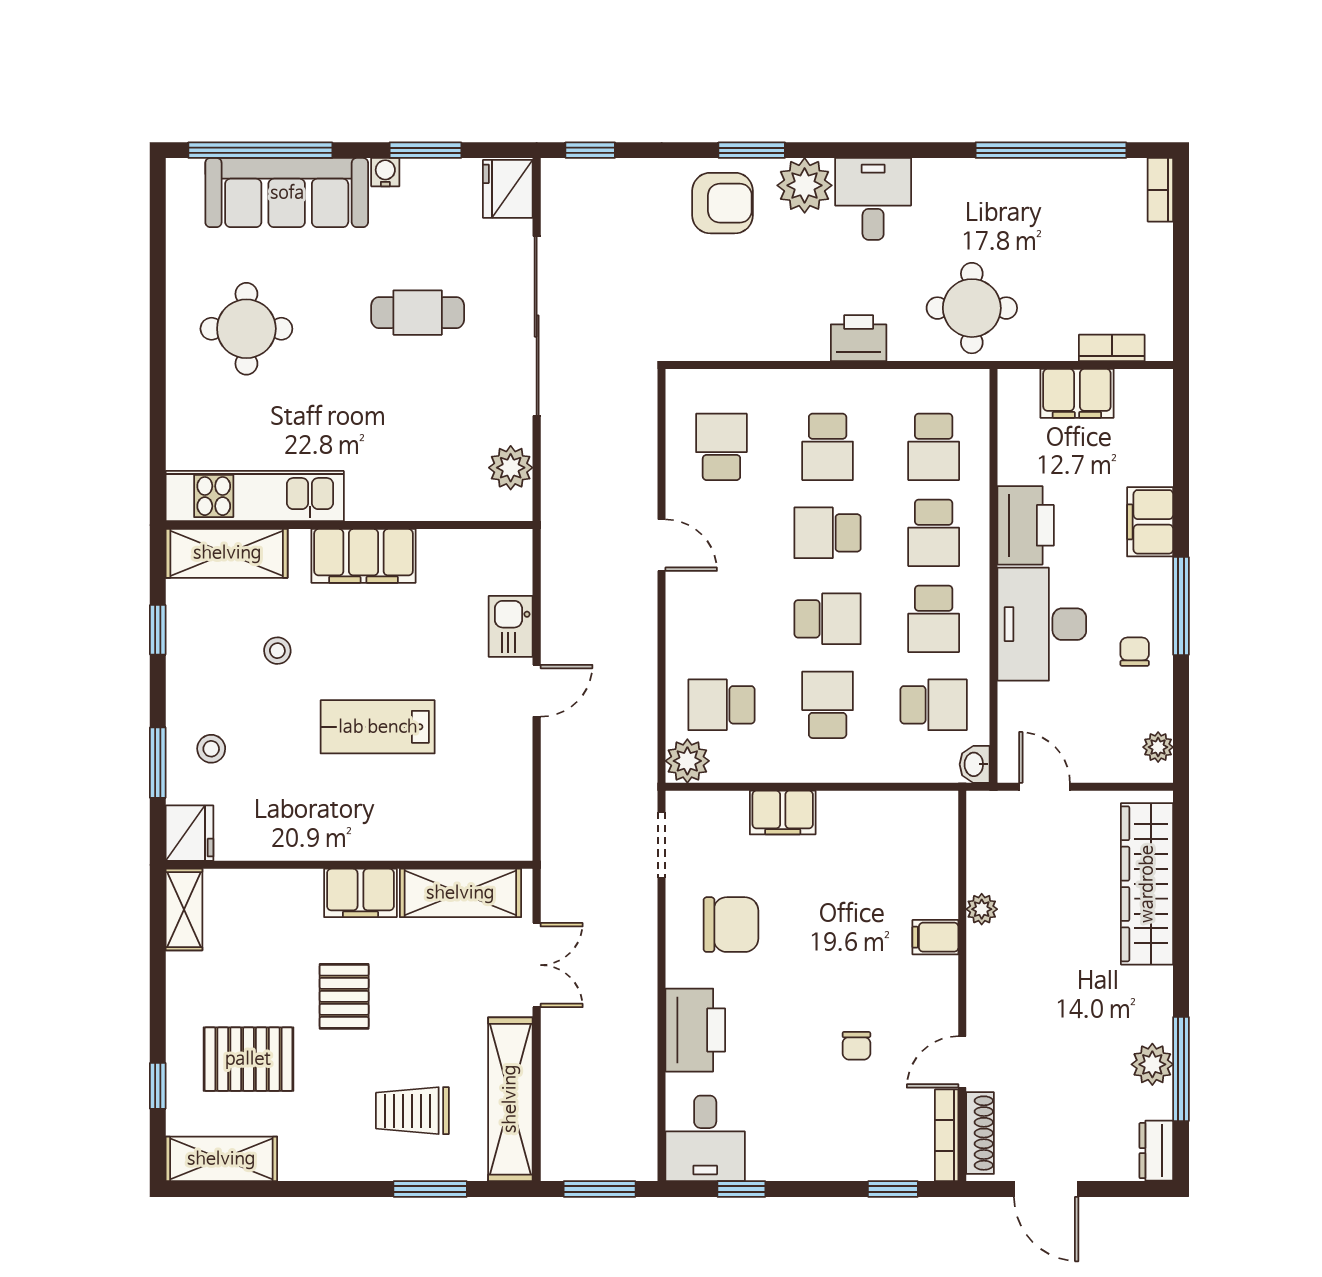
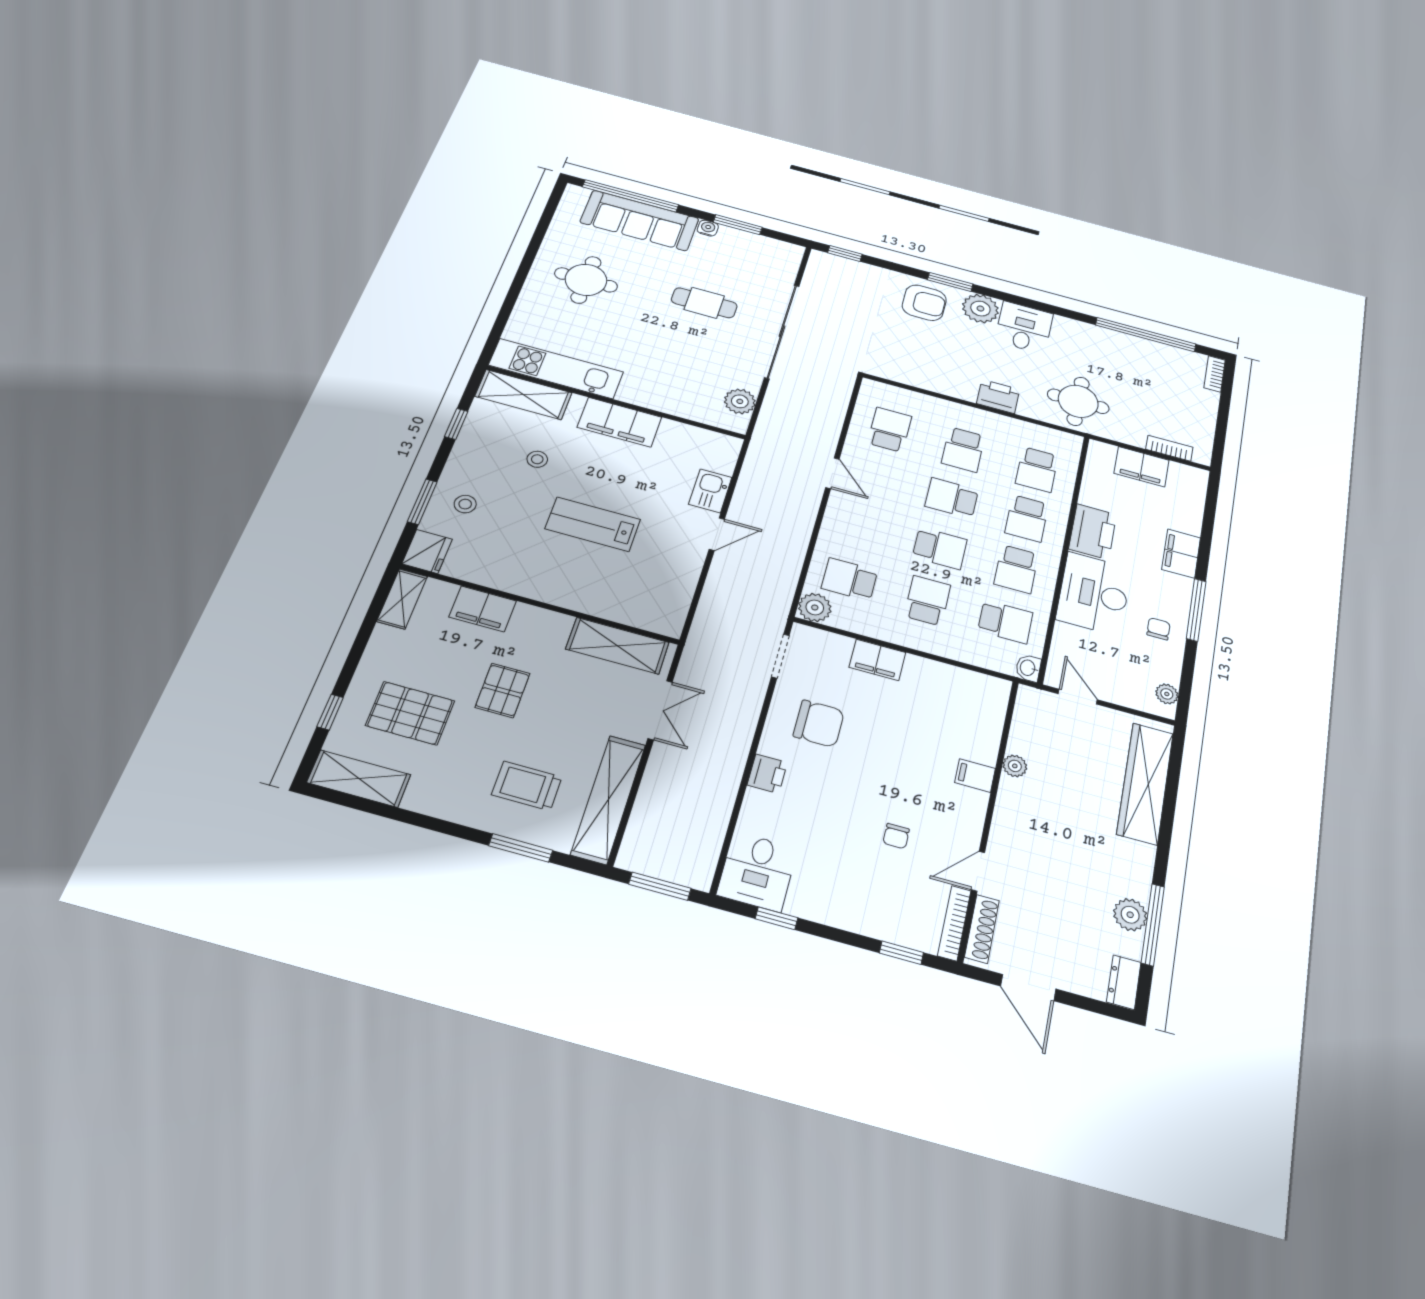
fridge: (508, 189) -> (785, 258), removed
filing cabinet: (360, 893) -> (483, 609), moved
printer: (695, 1030) -> (767, 774), width x0.53, depth x0.68

